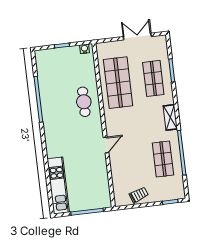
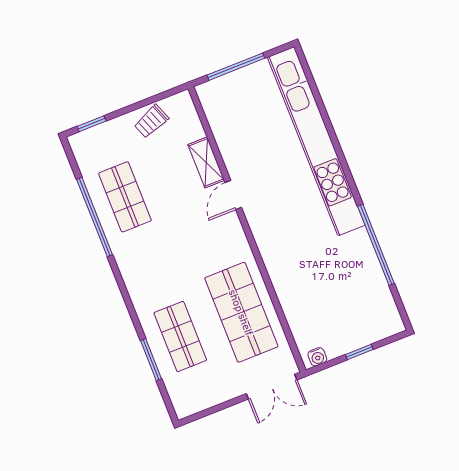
double door: (137, 37) -> (272, 387), moved
cafe table: (84, 102) -> (294, 262), removed
shelving: (170, 117) -> (206, 162), moved
kitchen unit: (58, 186) -> (316, 141), width x1.86

